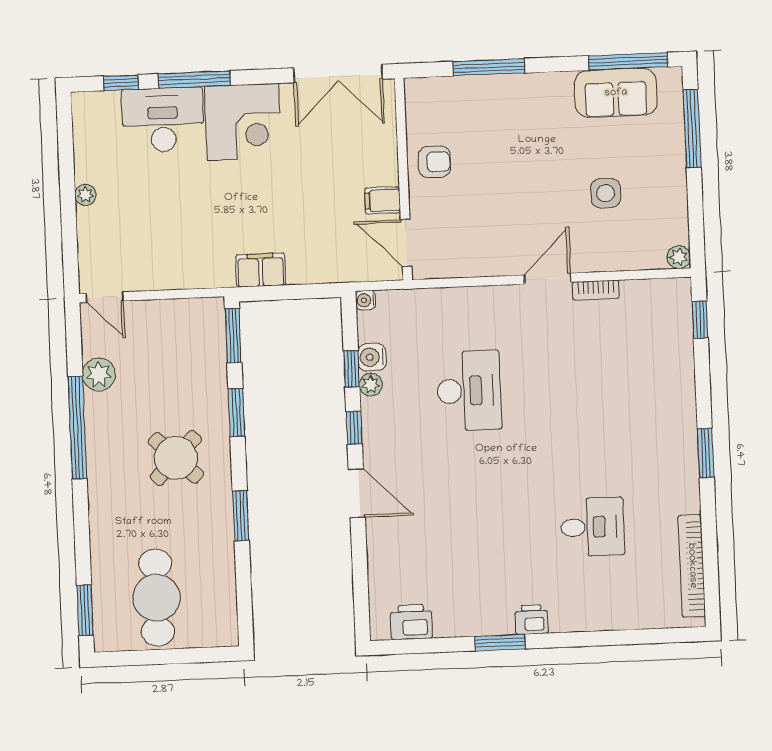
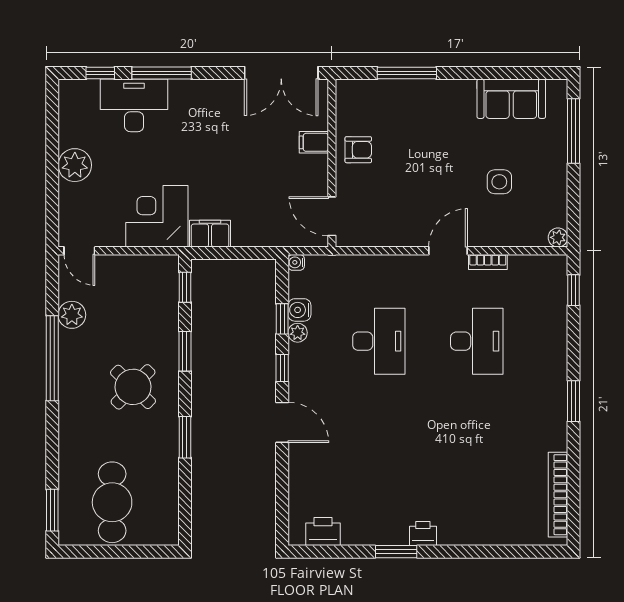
window: (628, 61) -> (523, 73), removed
corner desk: (243, 122) -> (157, 216), moved, turned 180
plant: (85, 195) -> (75, 165), width x1.87, depth x1.87
filing cabinet: (383, 200) -> (314, 142), moved
window: (233, 336) -> (185, 287), width x0.67
desk: (592, 527) -> (477, 341), moved, width x1.37

